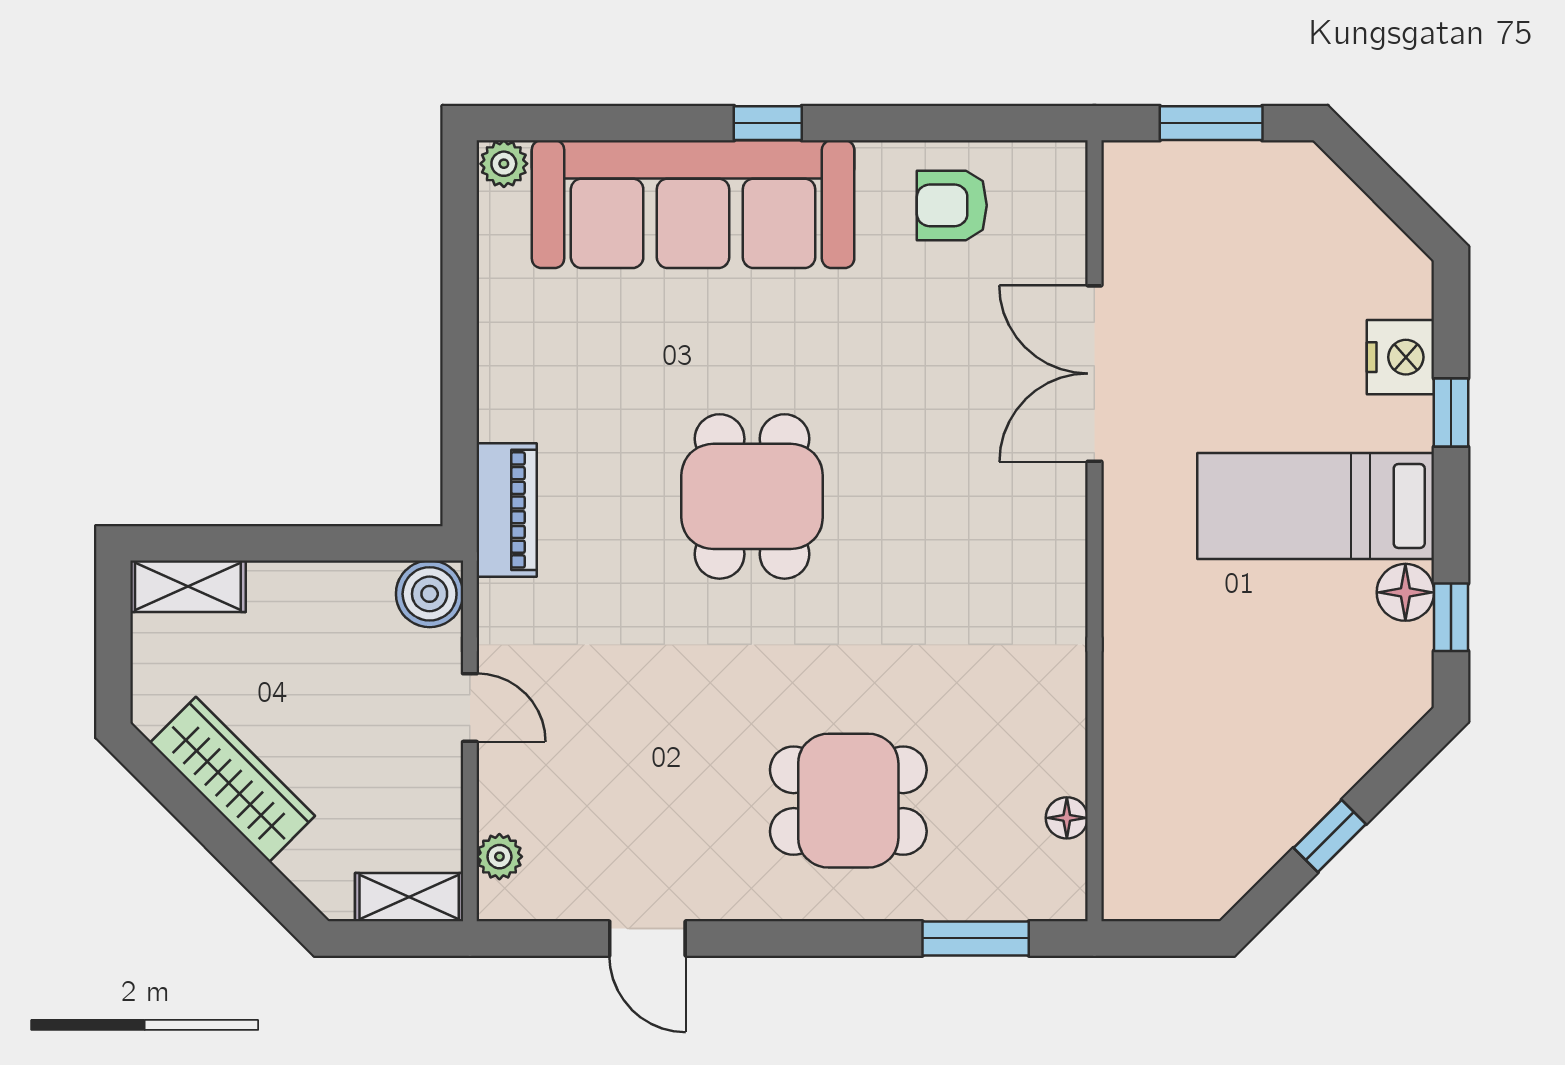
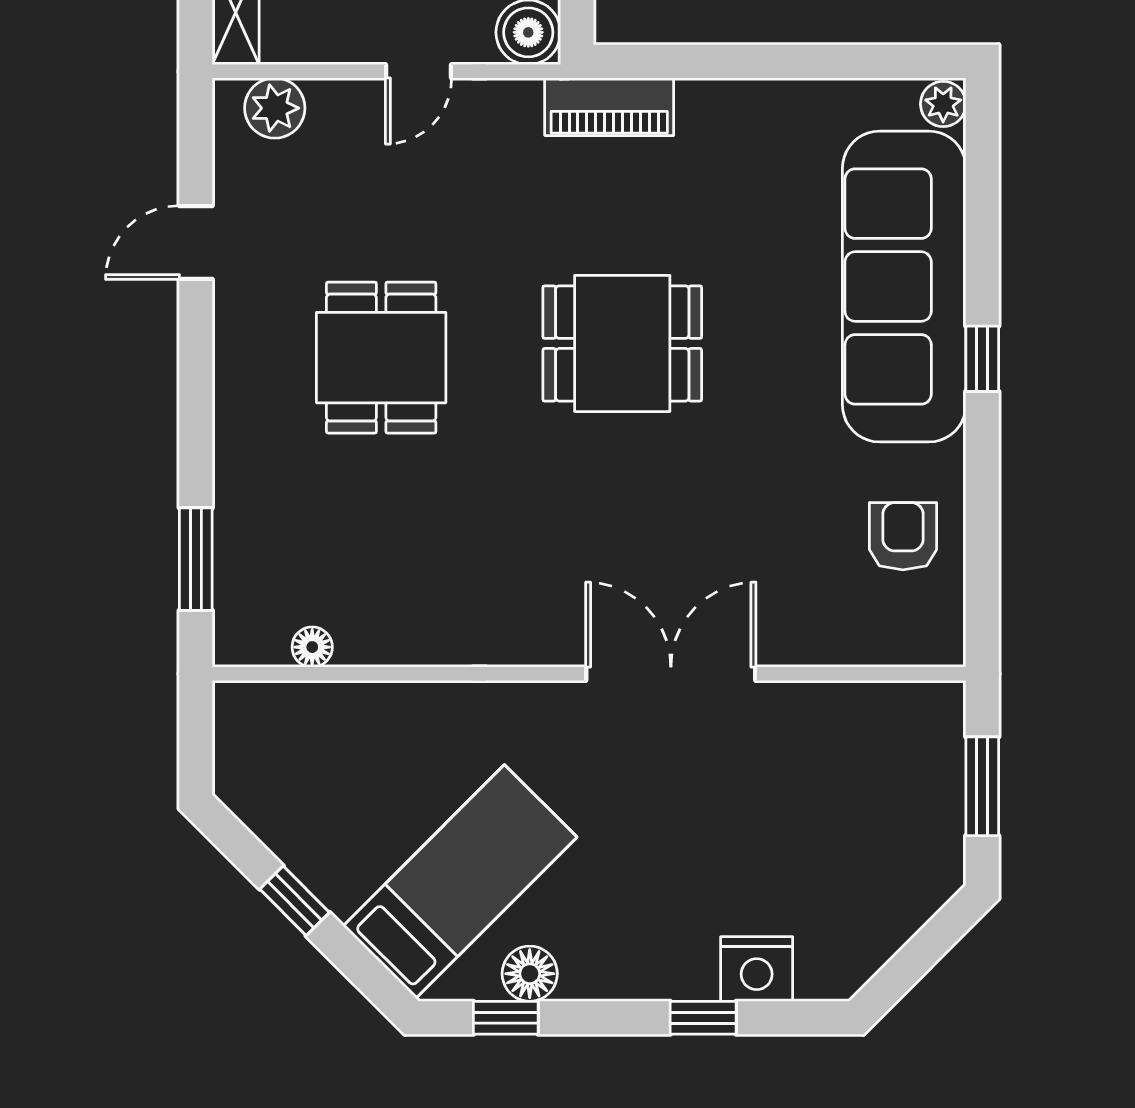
double door: (1094, 374) -> (671, 674), moved
bed: (1316, 506) -> (460, 882), moved, turned 45
dining table: (848, 801) -> (381, 358), moved
plant: (499, 857) -> (275, 108), width x1.38, depth x1.38

